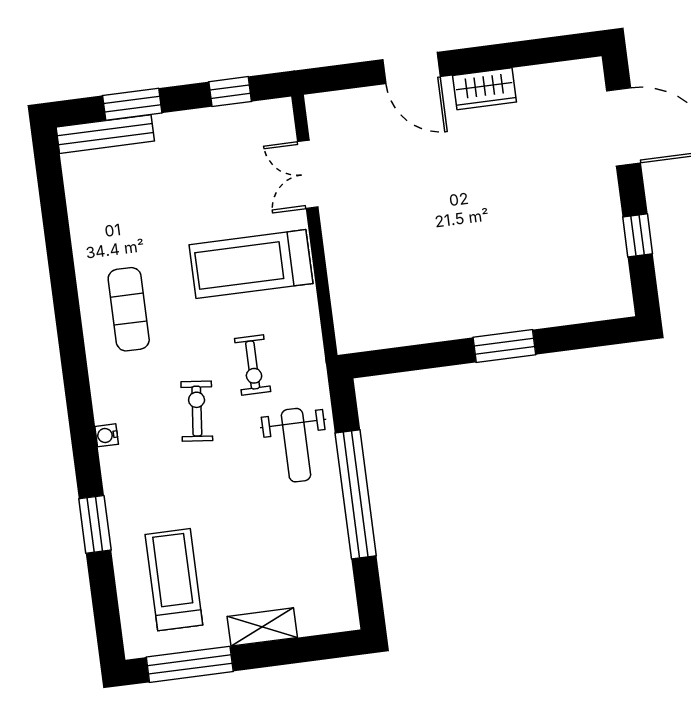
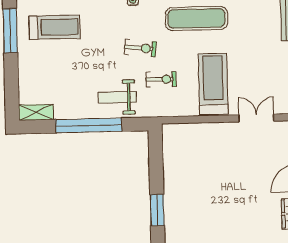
exercise mat: (129, 309) -> (196, 18), width x1.36, depth x1.45
exercise bike: (253, 365) -> (161, 79), turned 180
shelving: (262, 627) -> (36, 112), moved, turned 90

